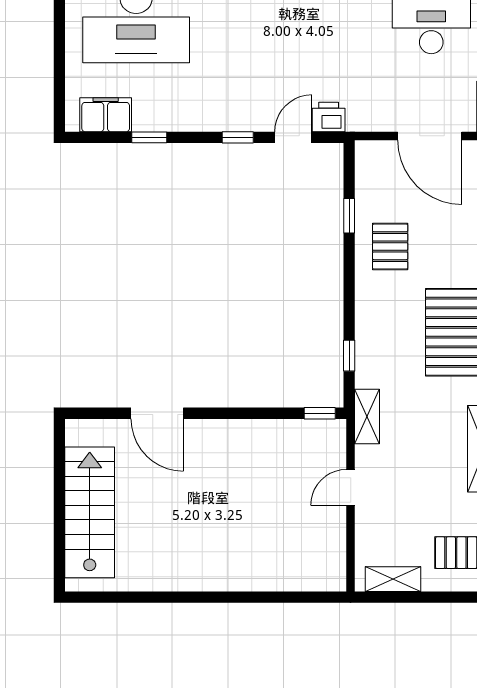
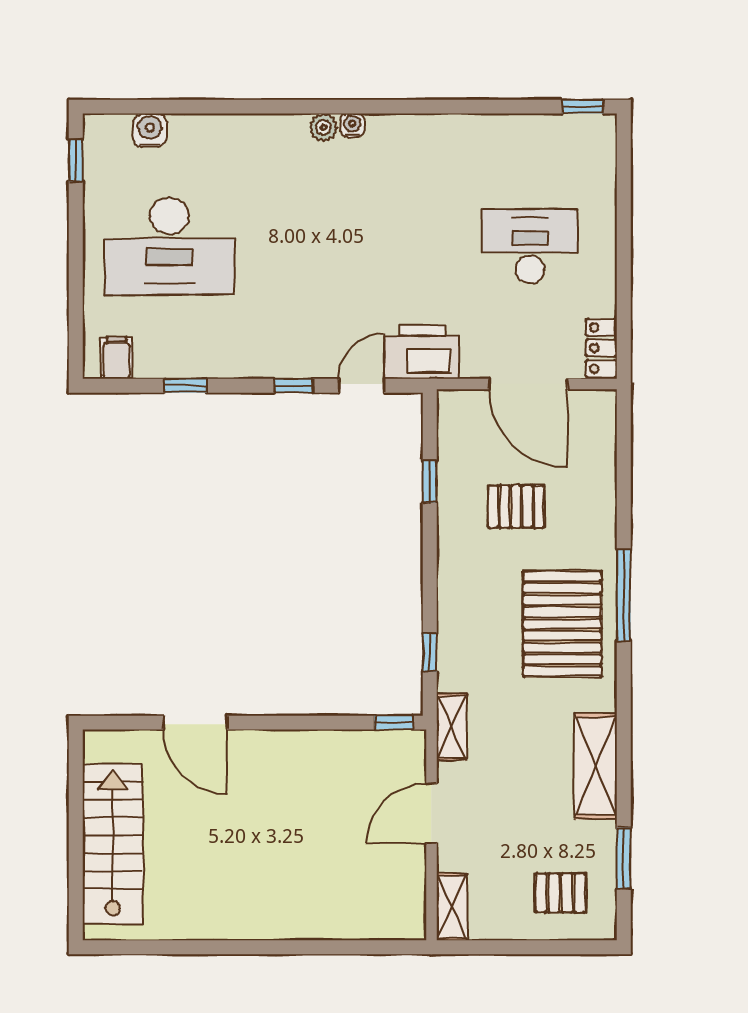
filing cabinet: (106, 115) -> (117, 358), width x0.50
printer: (329, 117) -> (422, 352), width x1.87, depth x1.48
pallet: (390, 247) -> (516, 507), moved, turned 90
door: (351, 487) -> (431, 813), width x1.38
shelving: (393, 579) -> (452, 907), moved, turned 90

